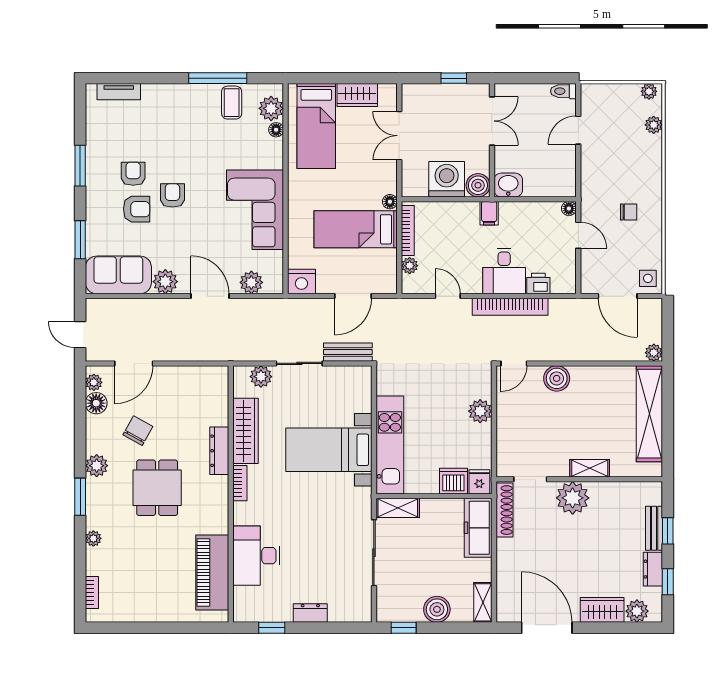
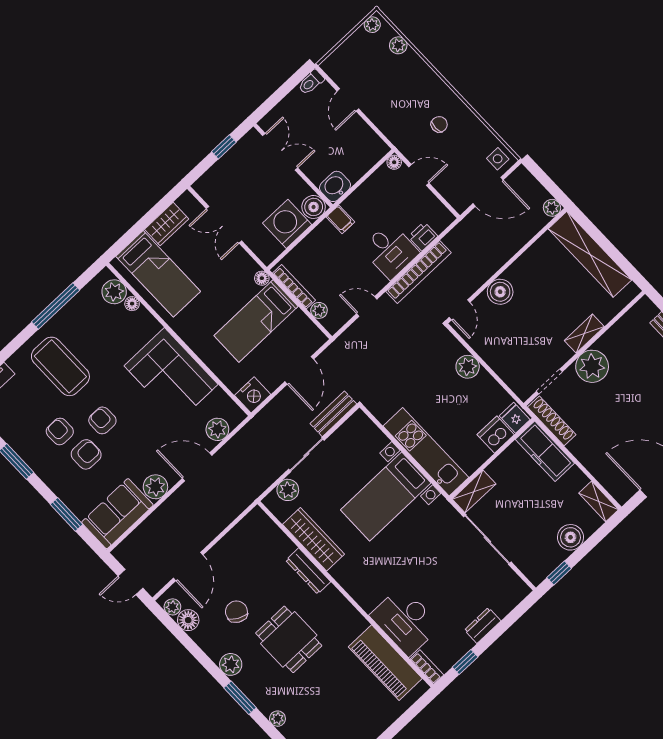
coffee table: (232, 103) -> (60, 366), moved, width x1.86, depth x1.72
bookcase: (240, 483) -> (427, 667), moved

